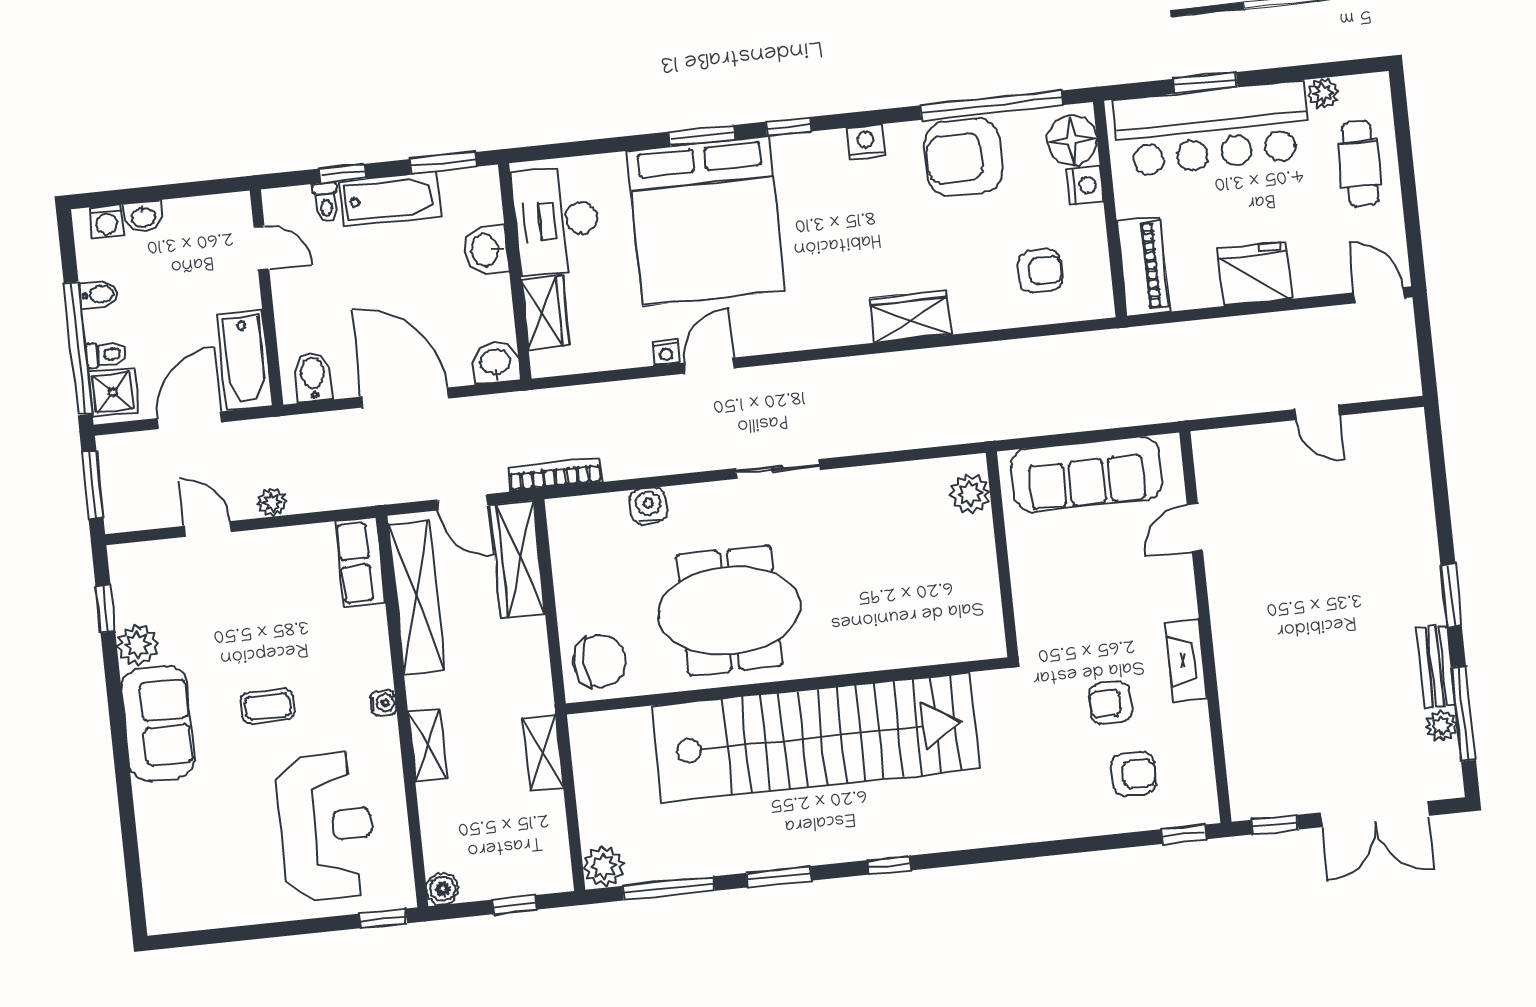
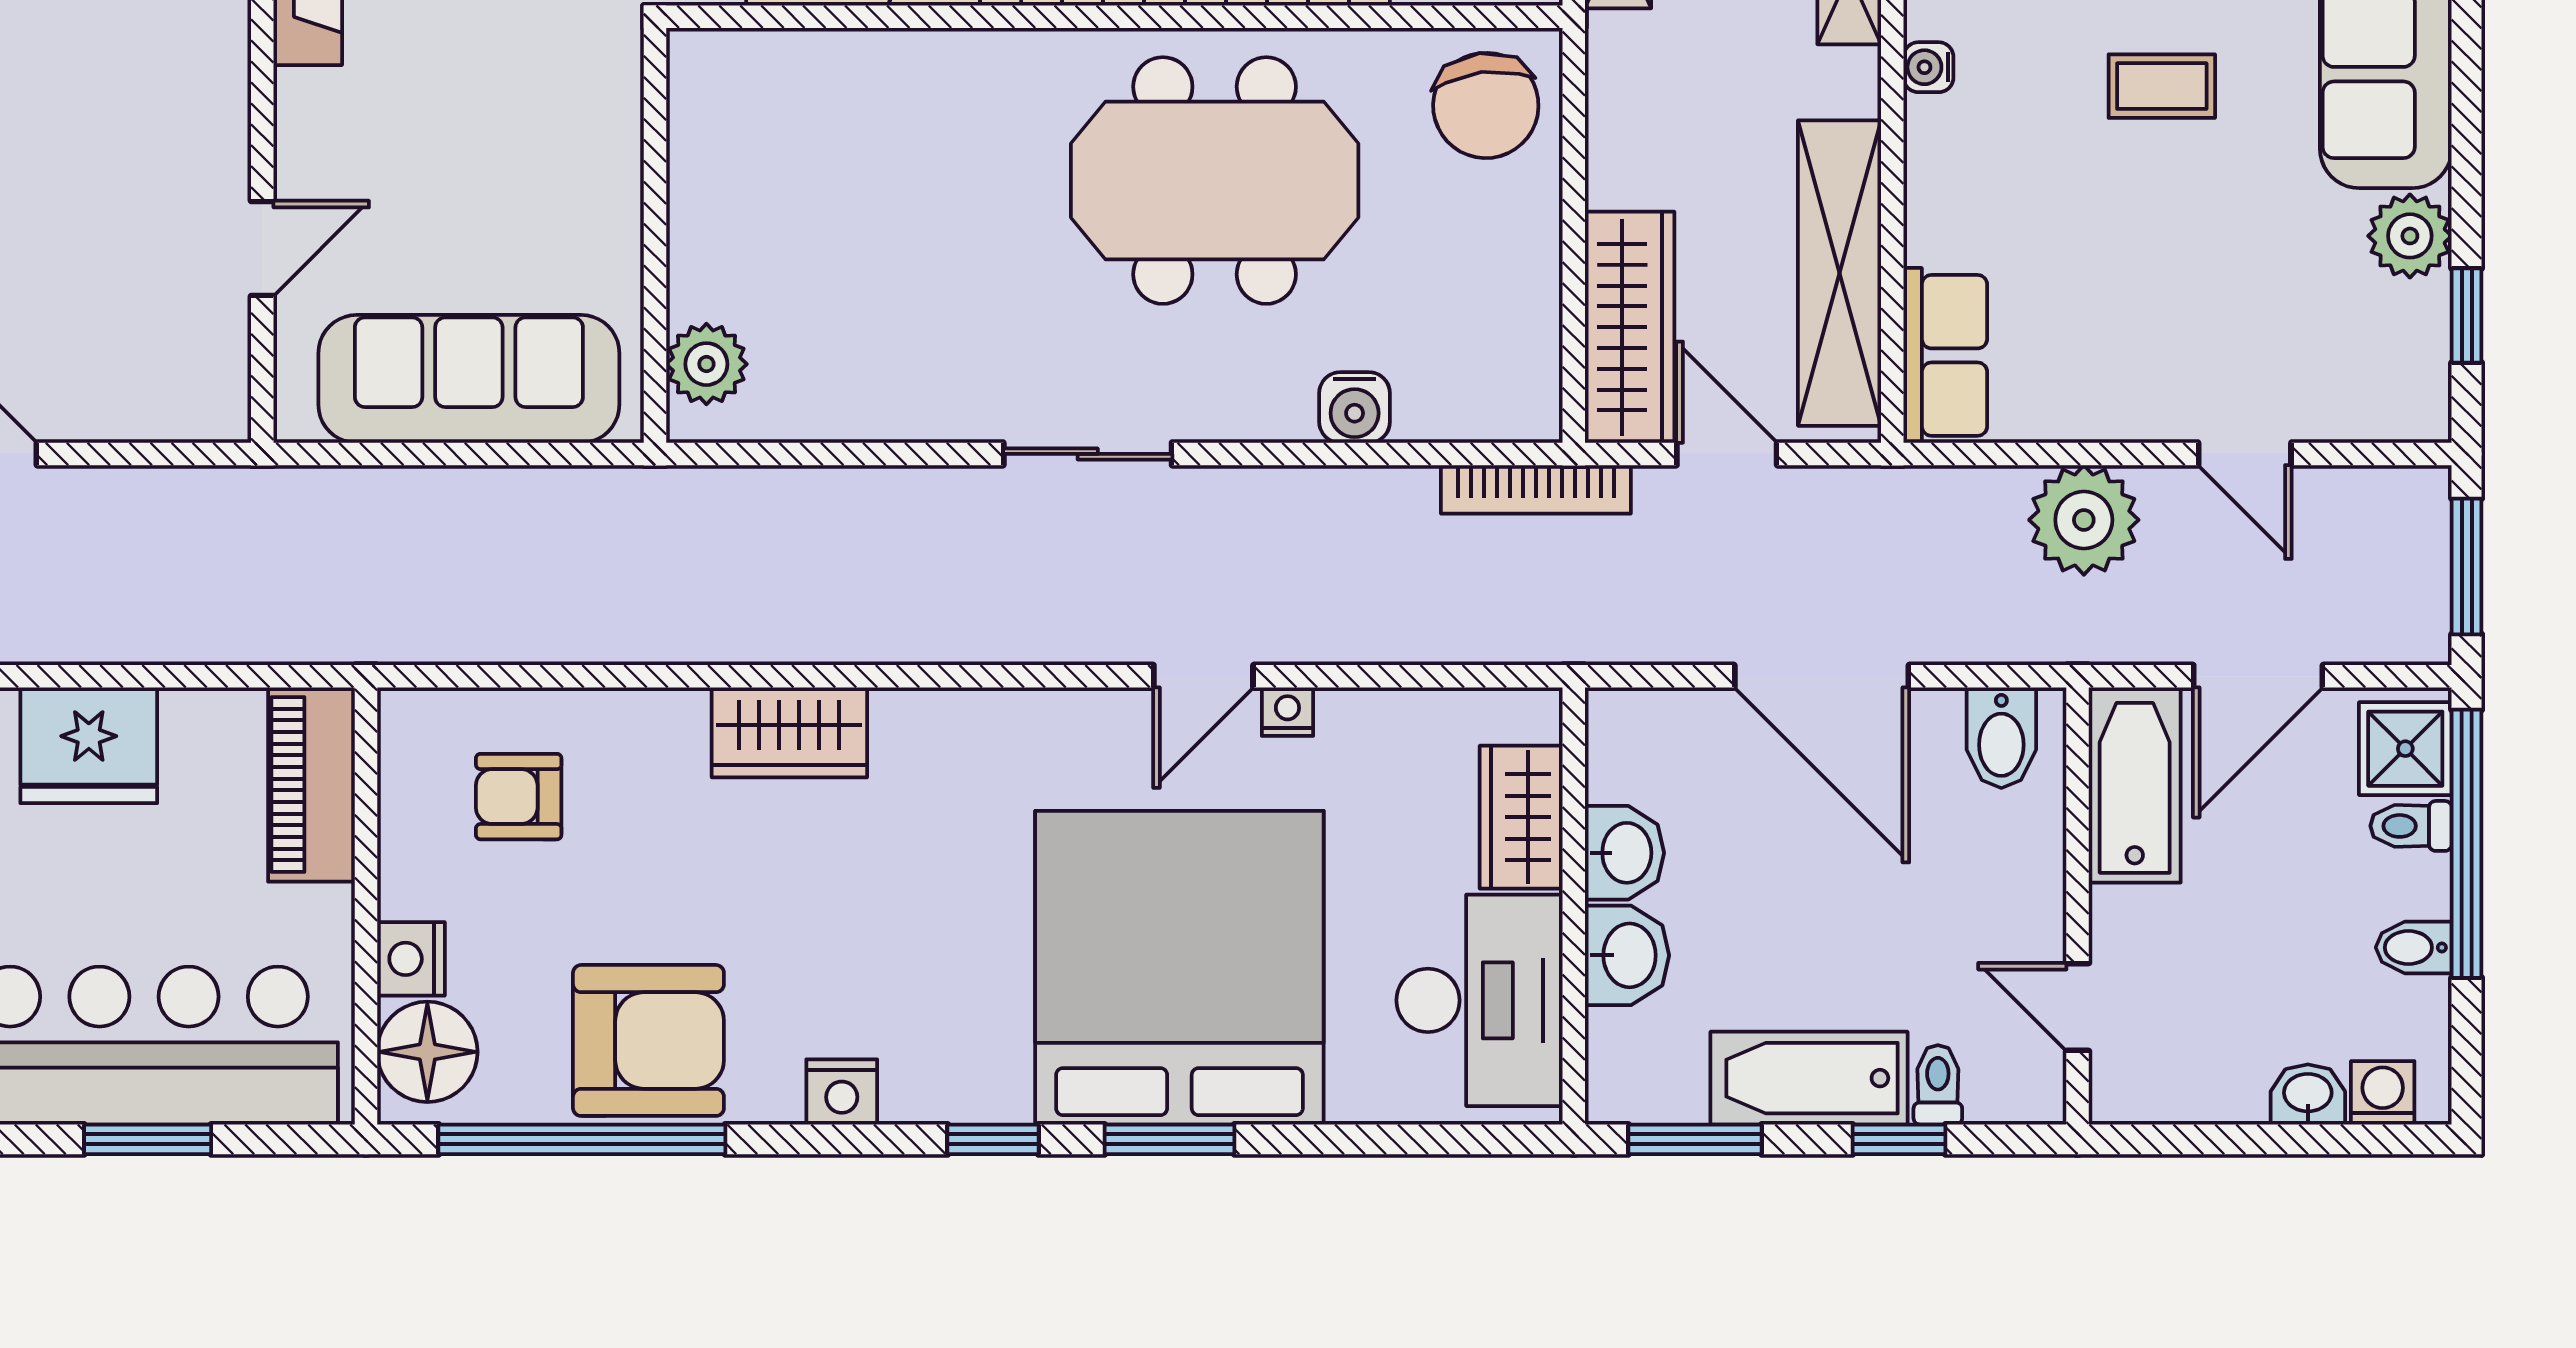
washbasin: (495, 363) -> (1624, 853), moved, turned -90
plant: (272, 502) -> (2084, 520), width x1.88, depth x1.88
chair: (600, 661) -> (1486, 105), turned -97

